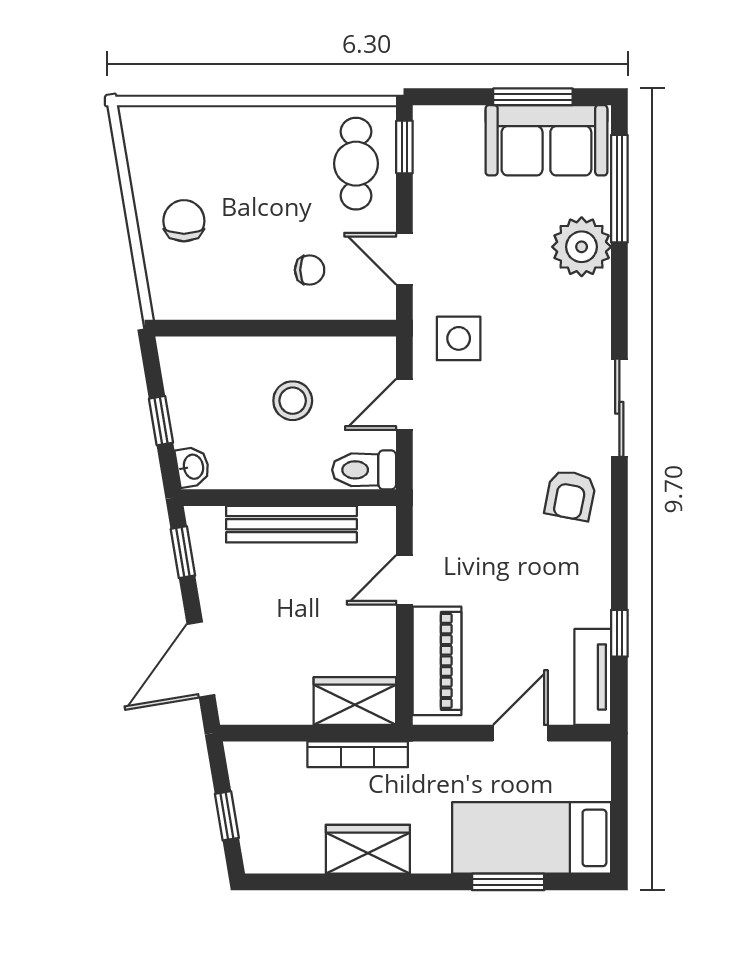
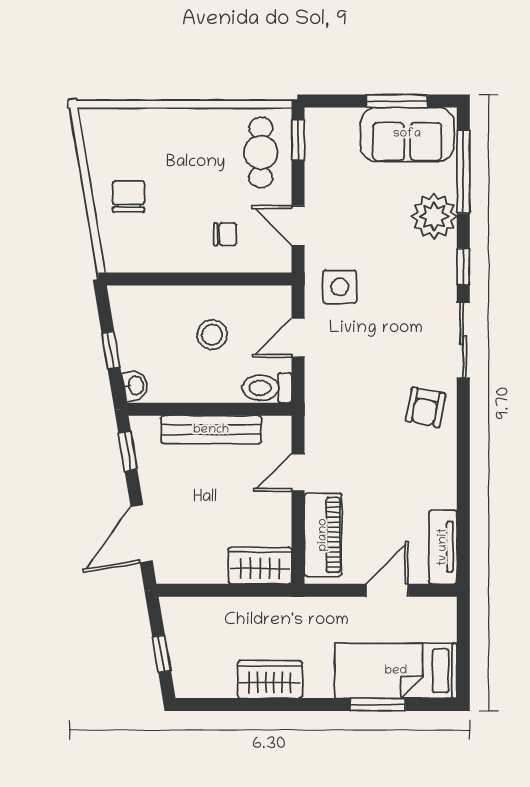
window: (619, 633) -> (463, 267), moved
bookcase: (358, 754) -> (262, 606), removed

